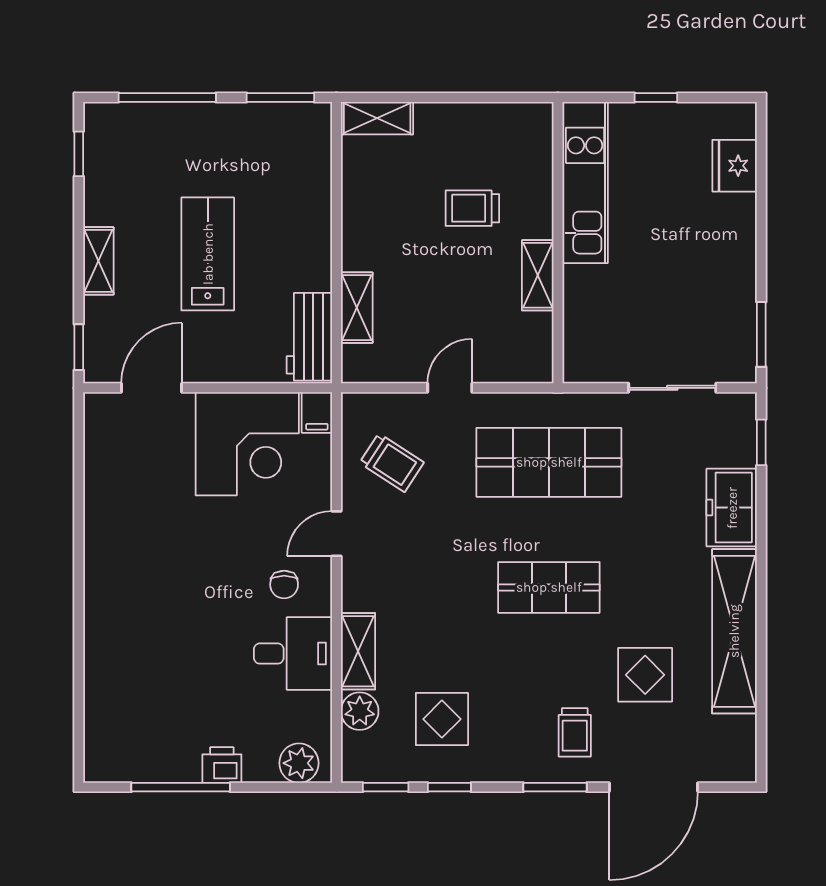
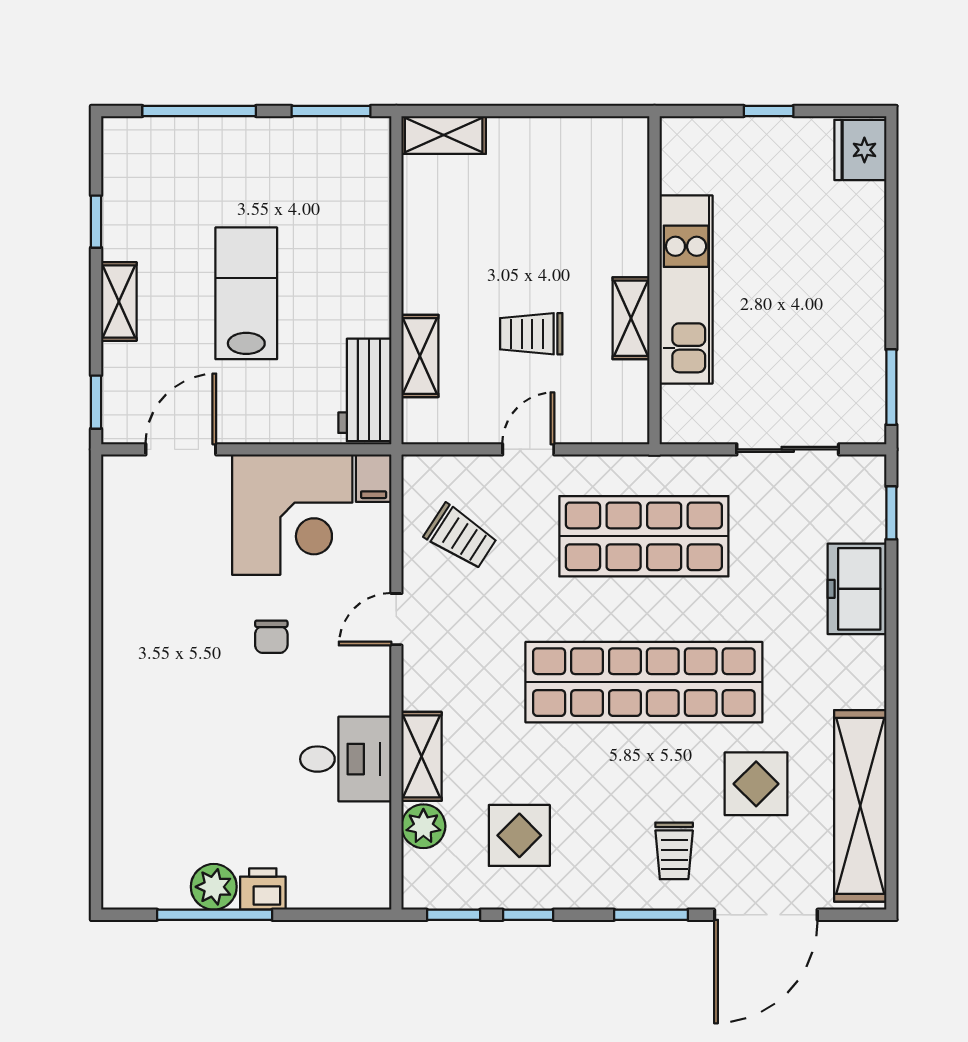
window: (79, 154) -> (96, 222), moved
fridge: (735, 166) -> (860, 150), moved
kitchen unit: (585, 182) -> (686, 290), moved
trolley: (472, 208) -> (531, 334), moved
chair: (284, 585) -> (271, 637), moved
shop shelf: (549, 587) -> (644, 682), width x2.00, depth x1.36
shelving: (734, 631) -> (860, 806), moved
plant: (299, 763) -> (214, 887), moved

